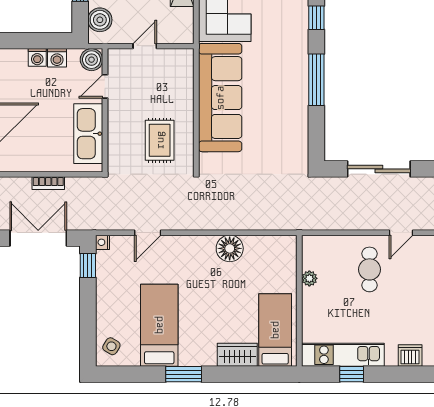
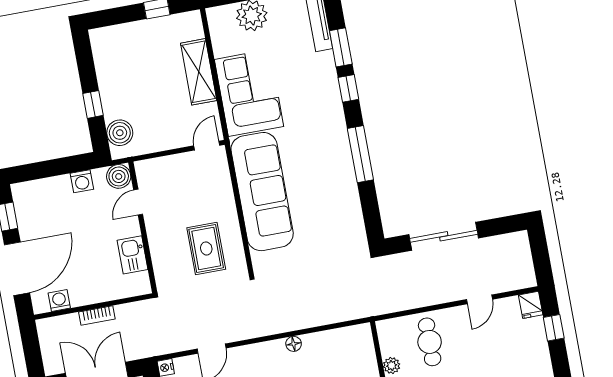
door: (145, 46) -> (207, 146), moved
washing machine: (37, 57) -> (59, 301), moved, turned 180
kitchen sink: (88, 134) -> (133, 255), width x0.53, depth x0.81
floor lamp: (230, 248) -> (294, 344), width x0.53, depth x0.53
cafe table: (369, 269) -> (430, 342), moved

